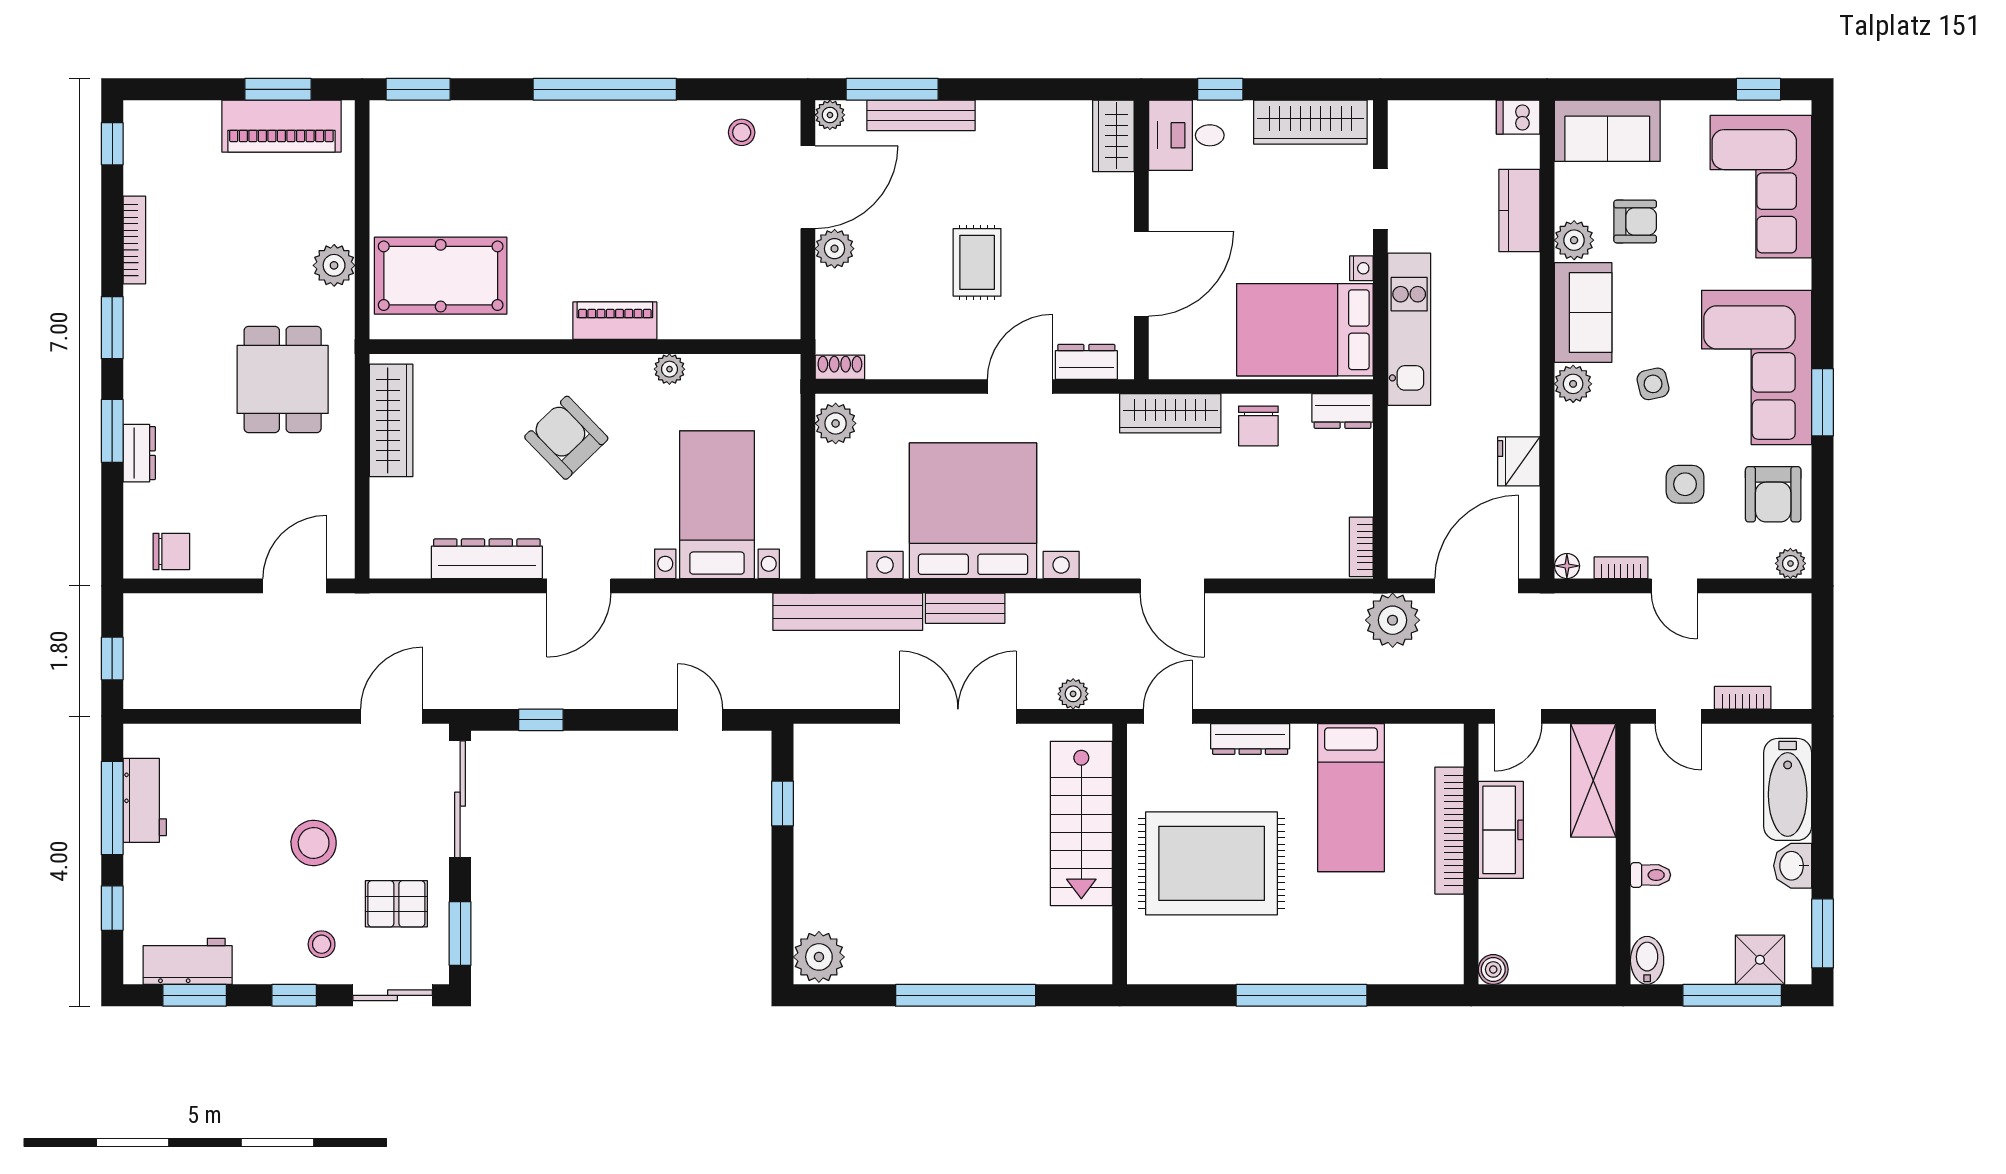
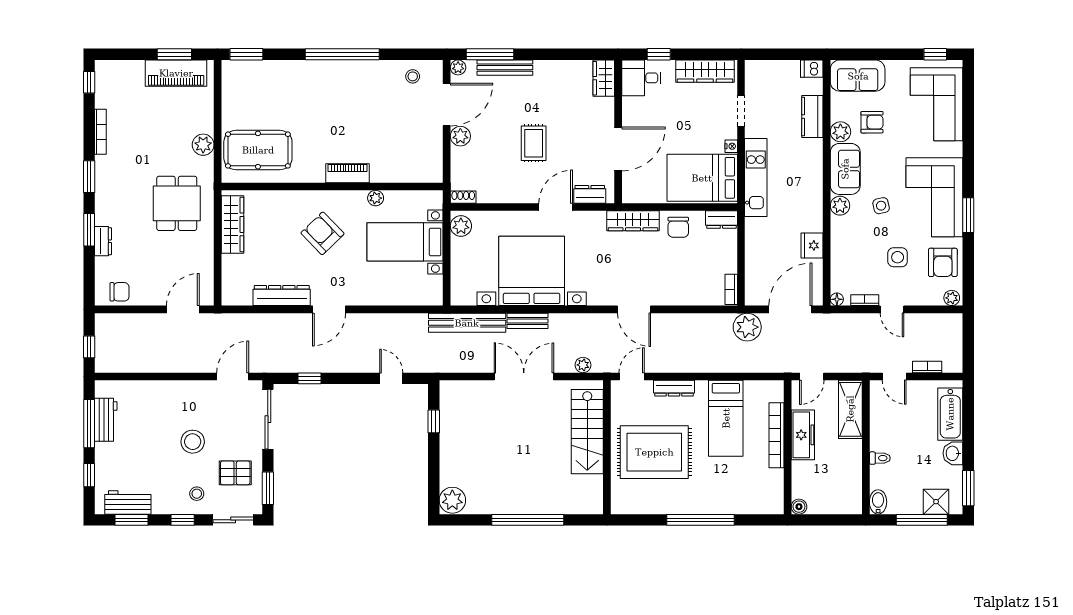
bed with nightstands: (717, 505) -> (405, 242), moved, turned -90

